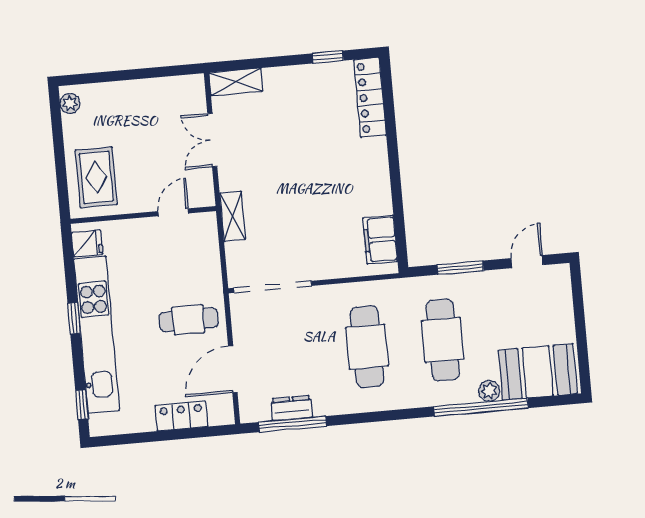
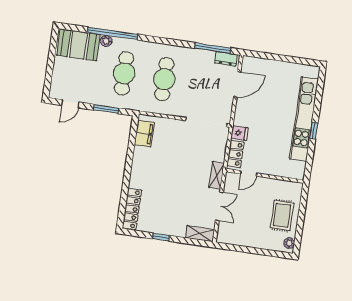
window: (328, 57) -> (161, 237), moved
rug: (96, 177) -> (282, 215), moved
shelving: (233, 216) -> (217, 175), moved
fridge: (87, 243) -> (239, 133), moved, turned 180
cafe table: (188, 320) -> (254, 115), removed
window: (82, 405) -> (320, 85), removed
dresser: (292, 408) -> (226, 59), moved
locker: (181, 416) -> (235, 154), moved, turned -90

